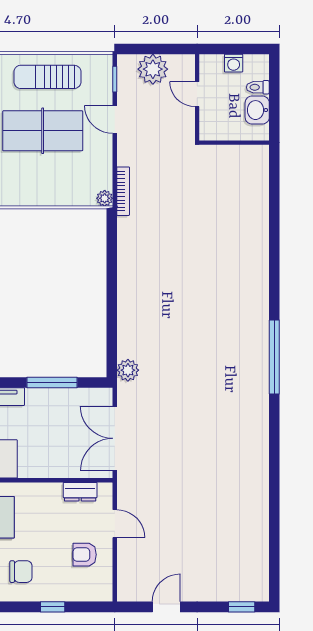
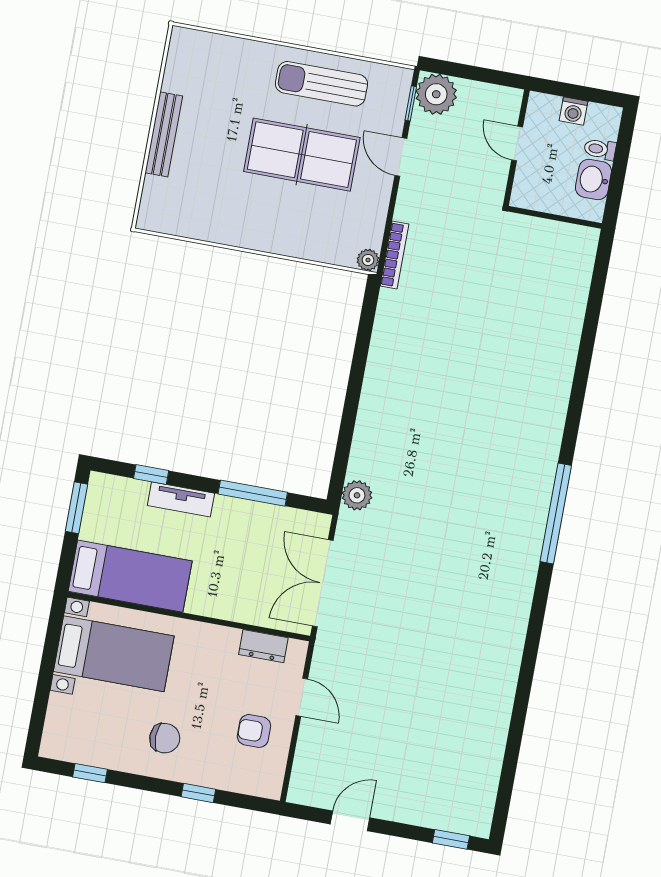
plant: (153, 69) -> (436, 94), moved

